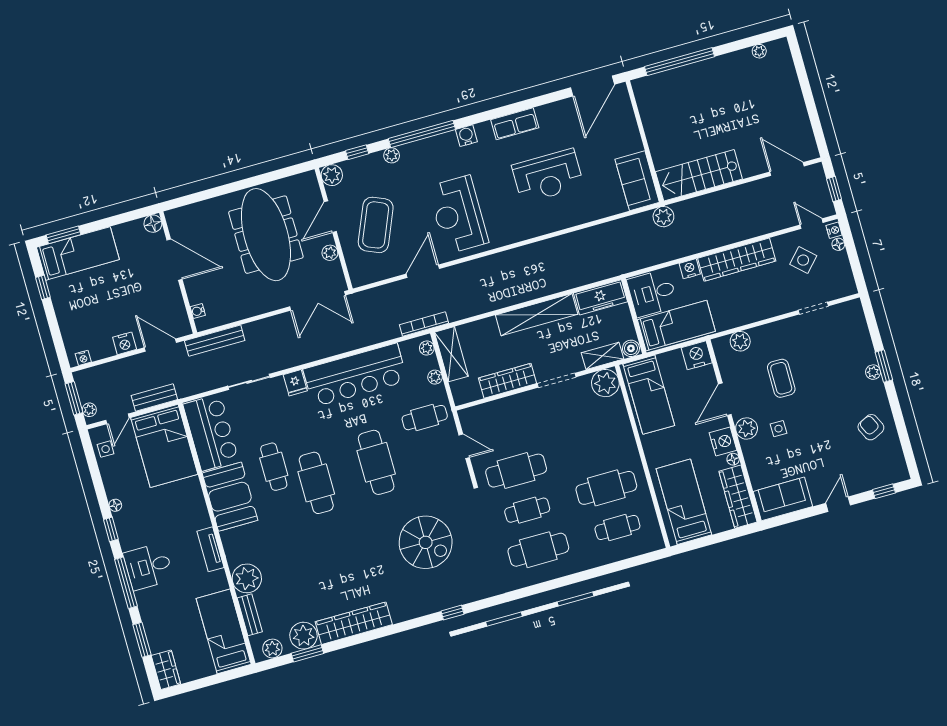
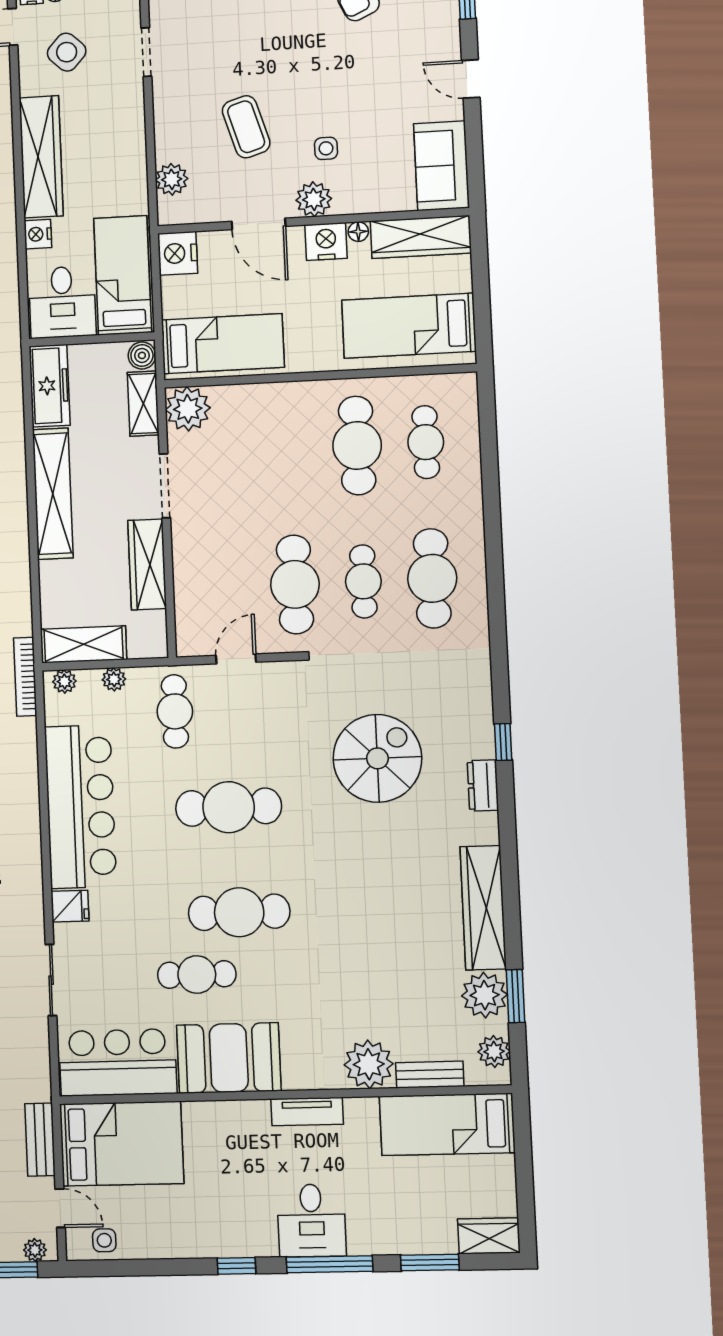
coffee table: (781, 378) -> (246, 127), turned 73
floor lamp: (115, 505) -> (199, 1248), removed
dresser: (425, 607) -> (483, 785), added

